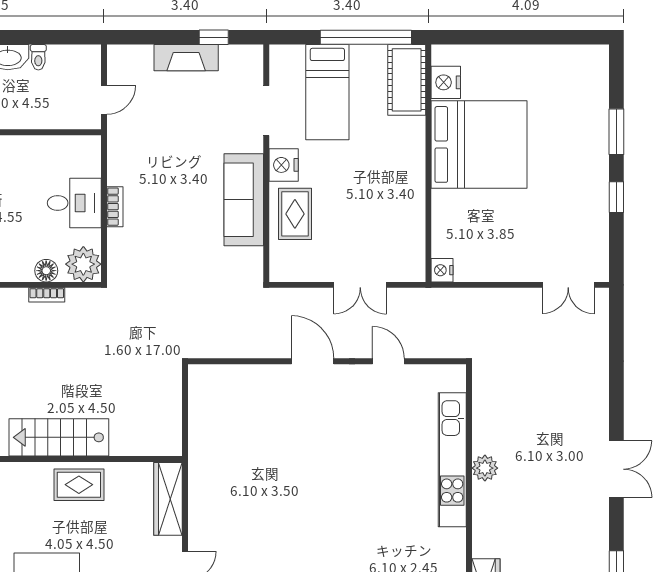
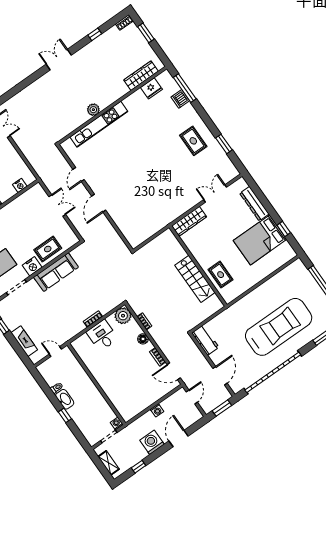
fireplace: (186, 58) -> (24, 341), moved
nightstand: (442, 270) -> (20, 185), moved
floor lamp: (46, 271) -> (143, 339), moved
rug: (79, 485) -> (221, 275), moved

